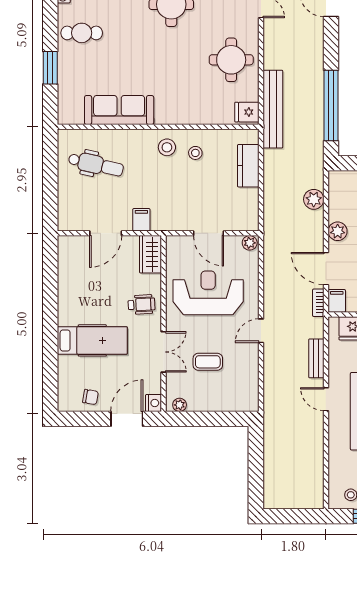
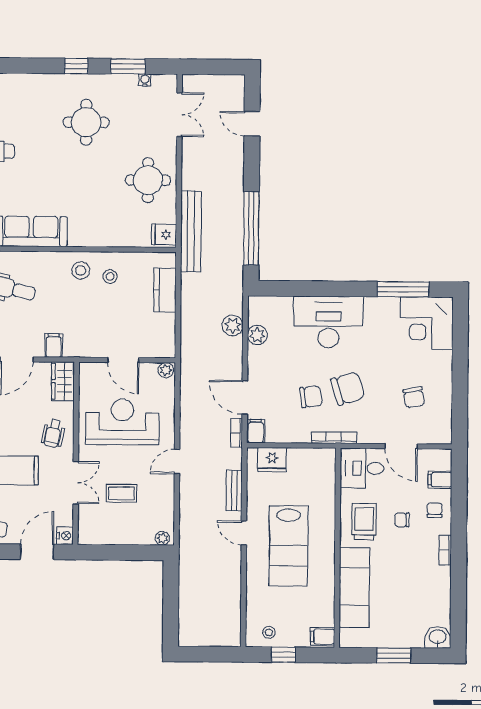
plant: (338, 231) -> (257, 335), moved
wheelchair: (141, 304) -> (53, 433), turned 105
plant: (180, 405) -> (162, 538), moved

